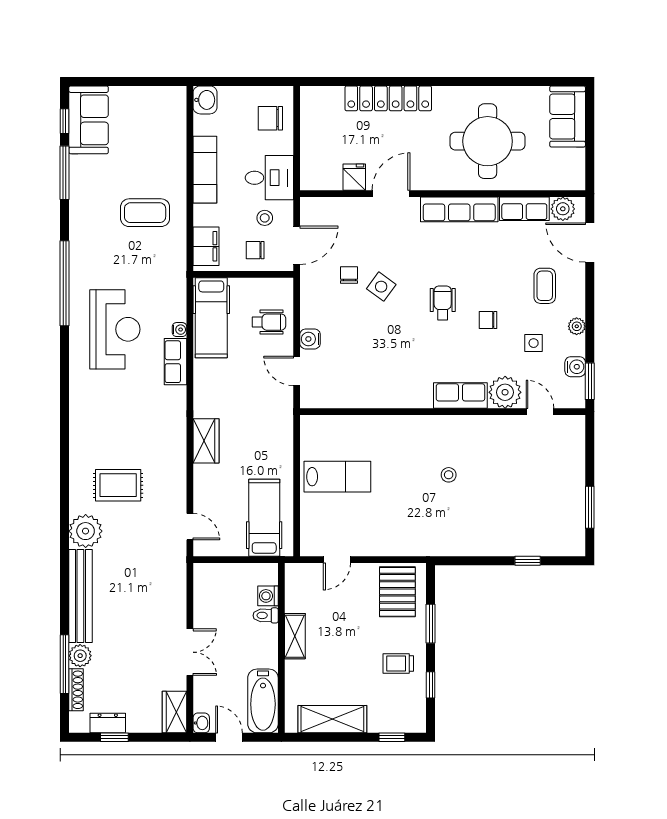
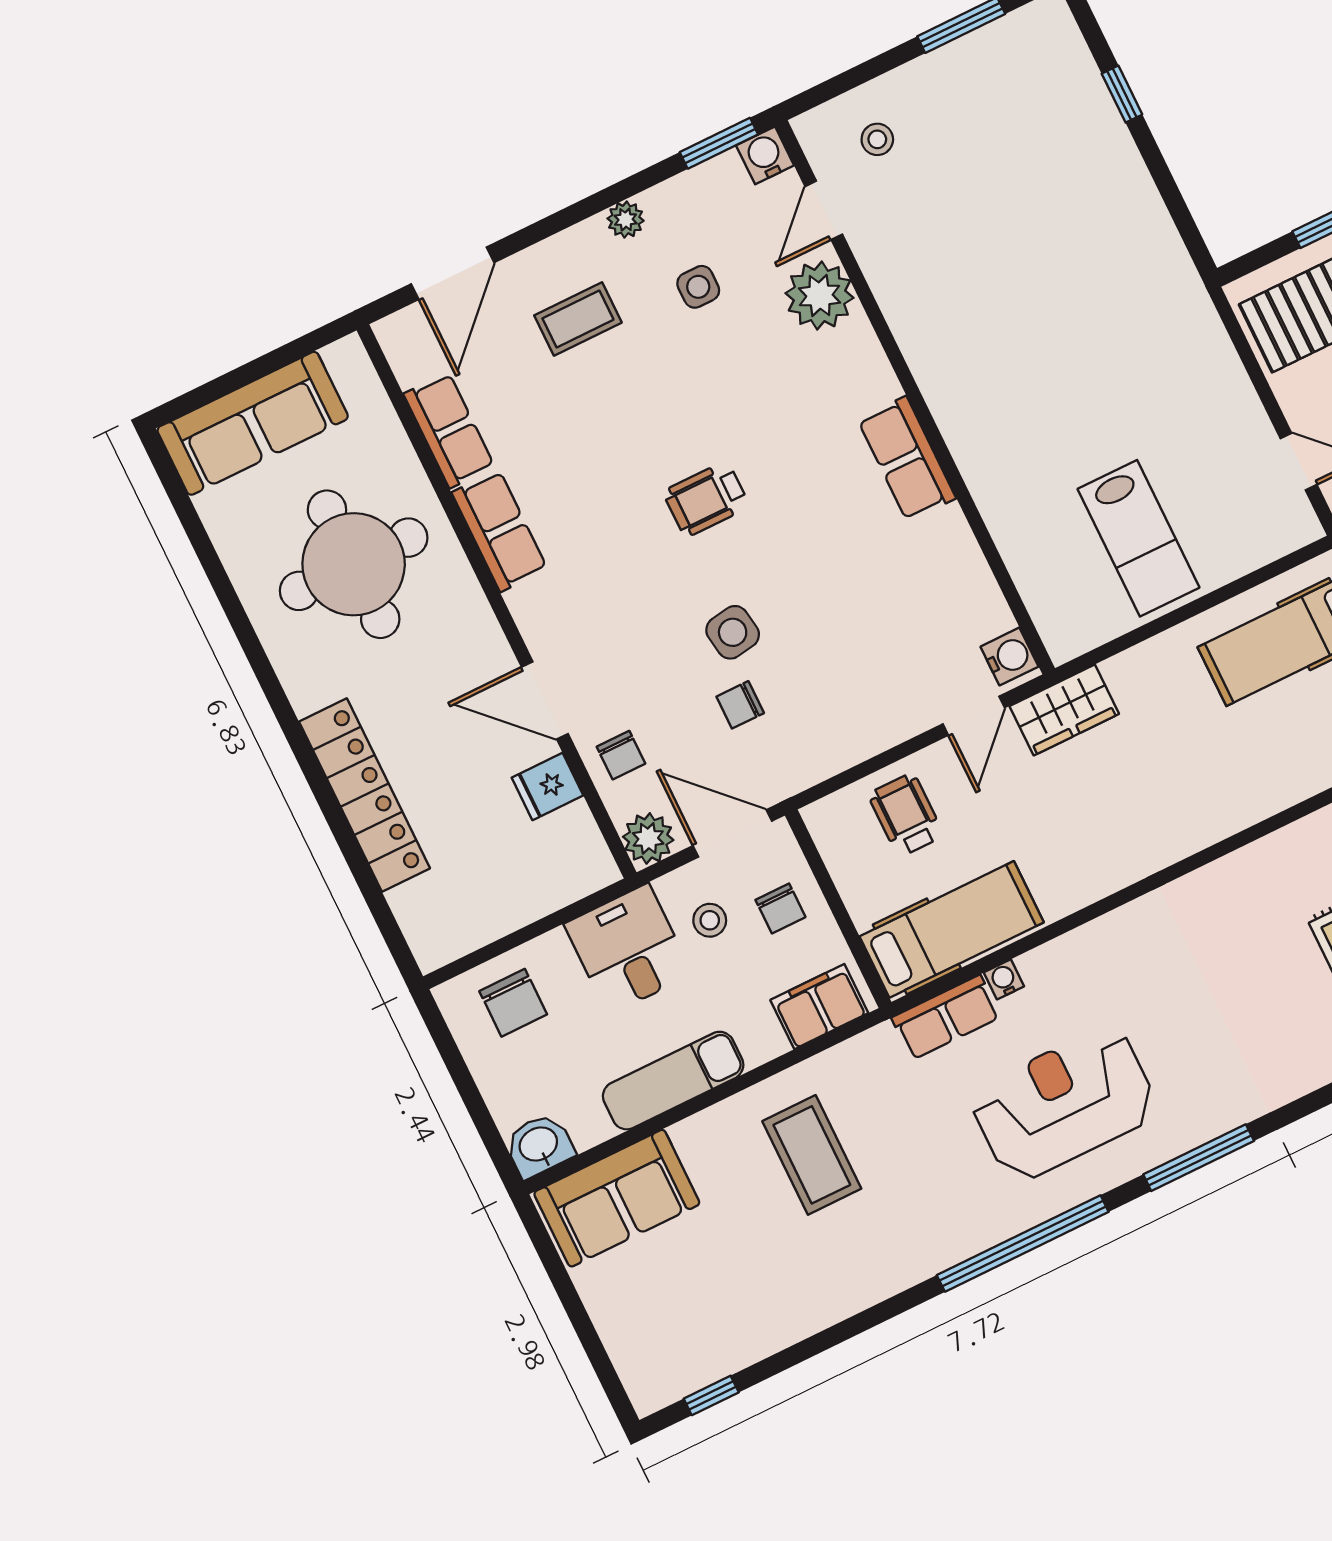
sofa: (568, 116) -> (253, 423), width x1.36
sofa: (89, 120) -> (617, 1198), moved, turned 180
window: (65, 173) -> (1199, 1158), moved
row of seats: (459, 209) -> (500, 531), width x0.68
plant: (563, 209) -> (648, 838), moved
side table: (381, 287) -> (733, 632), turned 45
chair: (488, 320) -> (621, 755), moved
water cooler: (310, 339) -> (1009, 657), moved, turned -90
row of seats: (175, 362) -> (946, 1017), moved
water cooler: (575, 367) -> (765, 155), moved
row of seats: (460, 395) -> (907, 459), moved
wardrobe: (206, 441) -> (1064, 710), moved, turned 180
stool: (449, 475) -> (877, 139), moved
lab bench: (337, 477) -> (1139, 538), turned 180

